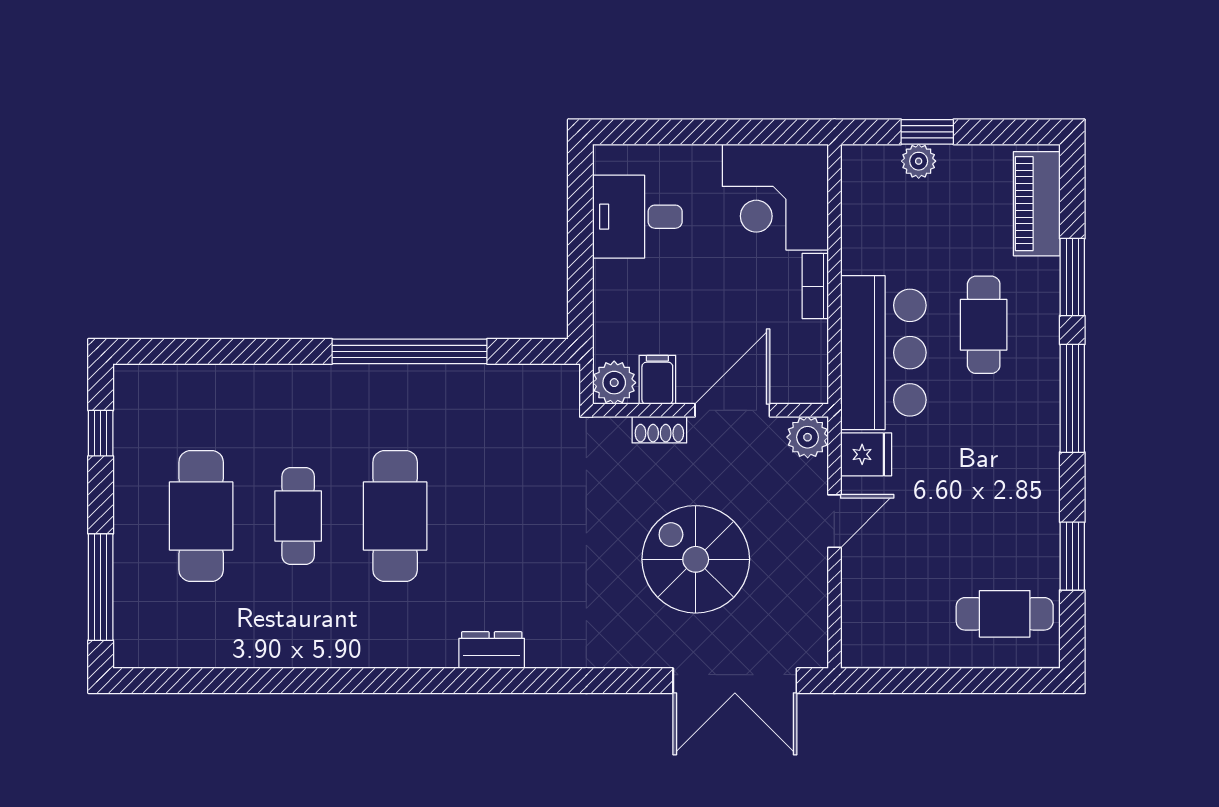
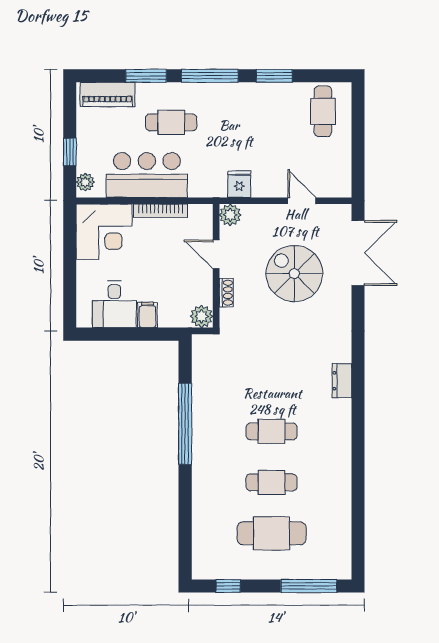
plant: (919, 161) -> (85, 182), moved
bookcase: (815, 286) -> (160, 211), width x1.56
bar counter: (883, 353) -> (147, 175), moved
filing cabinet: (657, 380) -> (148, 315), moved, turned 90
door: (732, 410) -> (216, 254), width x0.73
cafe table: (395, 516) -> (272, 431), width x0.73, depth x0.74
door: (834, 521) -> (302, 201), moved
window: (1072, 556) -> (274, 76), moved
spiral stairs: (696, 559) -> (294, 274), turned 90

